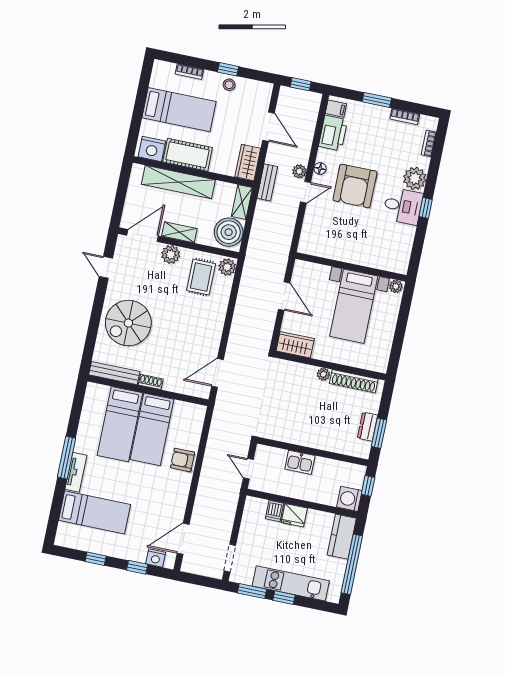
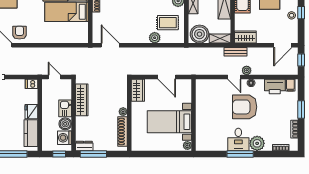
door: (268, 127) -> (283, 45), moved
window: (426, 208) -> (240, 154), width x2.17
plant: (227, 267) -> (155, 38), moved
door: (284, 296) -> (167, 77), hinge flipped
dresser: (367, 427) -> (84, 146), moved
window: (379, 433) -> (93, 154), width x1.44
wardrobe: (292, 434) -> (82, 100), added
armchair: (183, 460) -> (19, 33), moved
boiler: (324, 467) -> (65, 124), added
door: (248, 469) -> (54, 77), hinge flipped
washing machine: (349, 499) -> (64, 138), moved, turned -90
dishwasher: (274, 511) -> (31, 84), moved
kitchen counter: (342, 537) -> (31, 133), moved, turned -90

